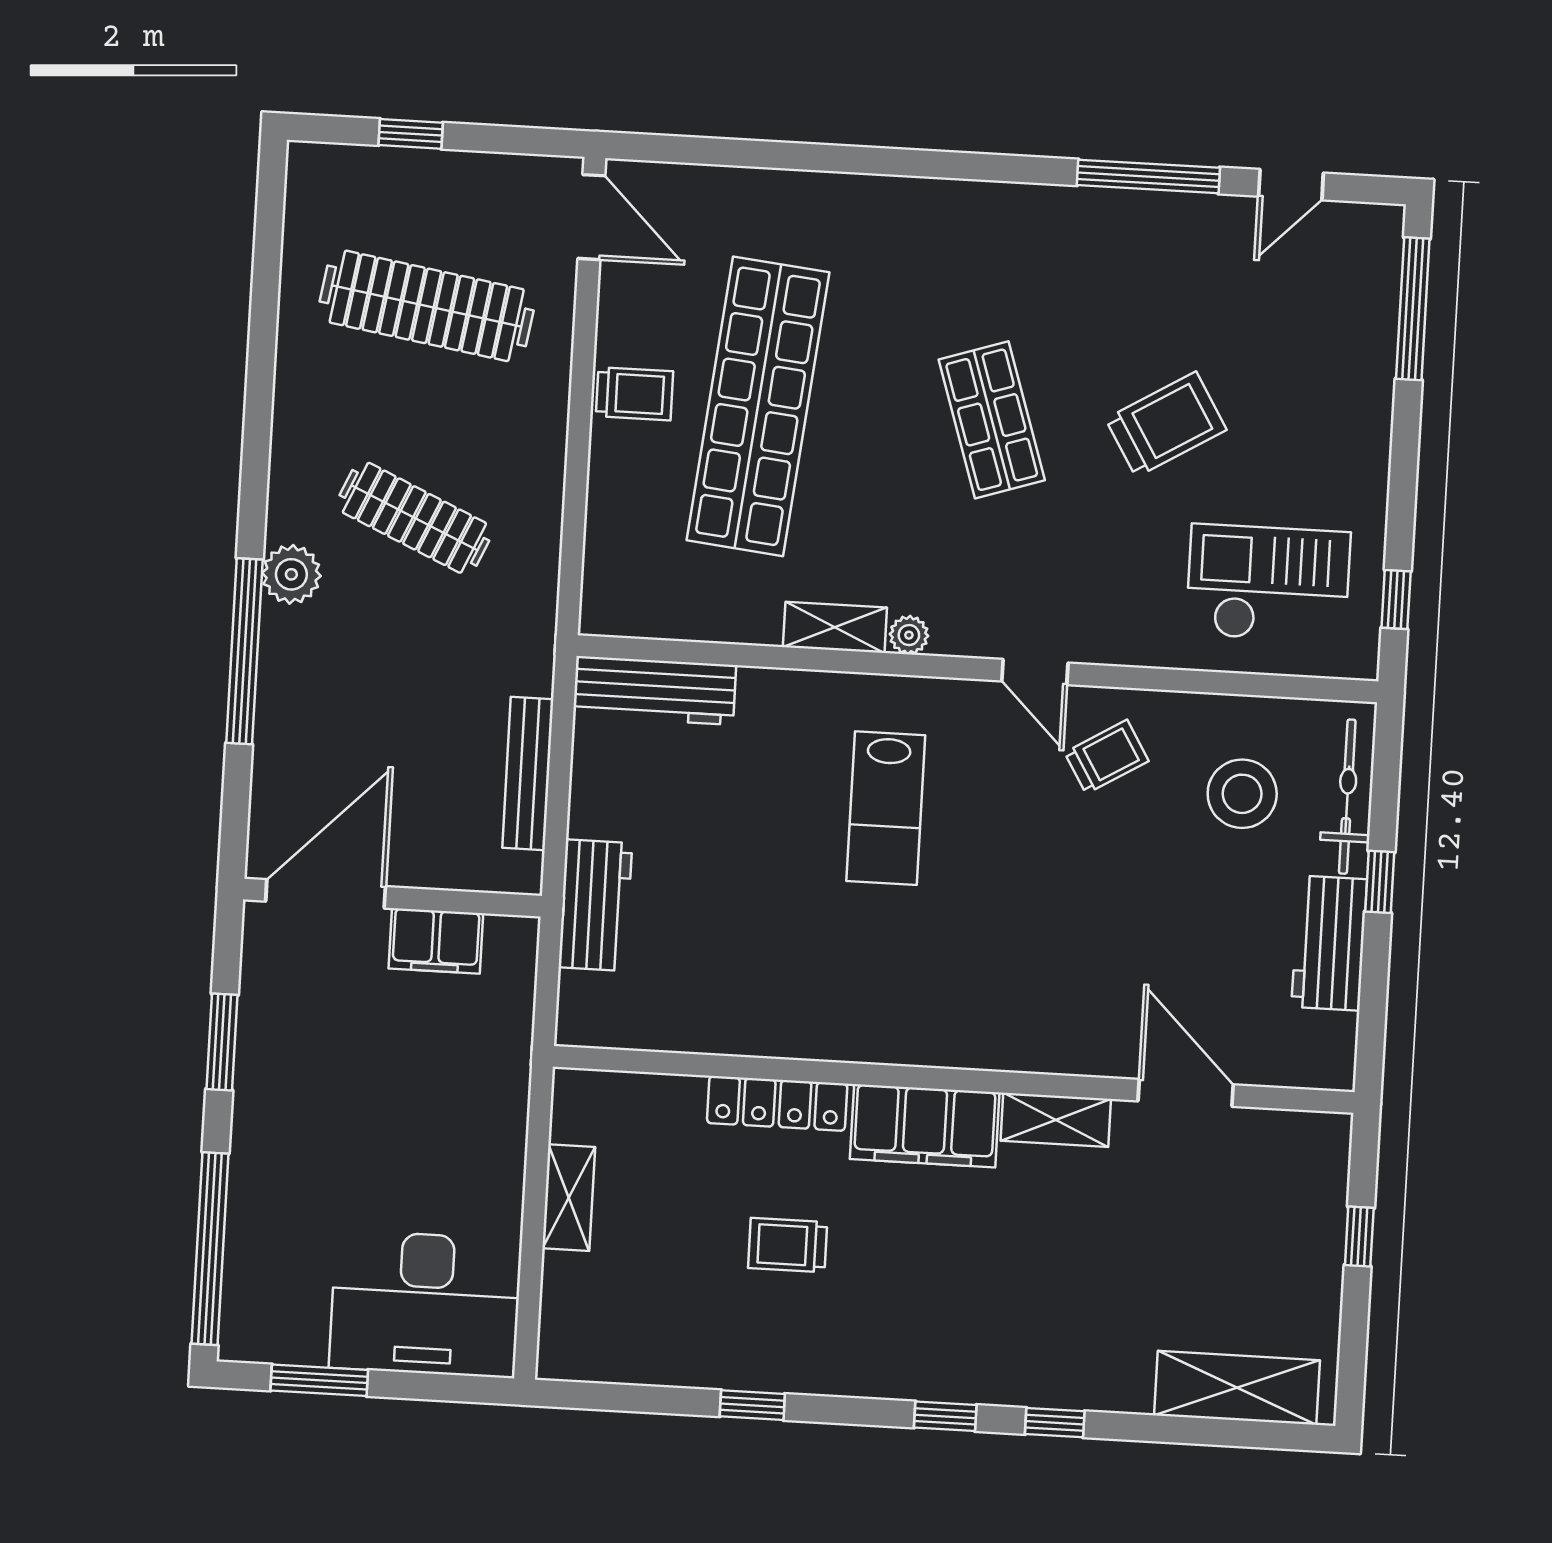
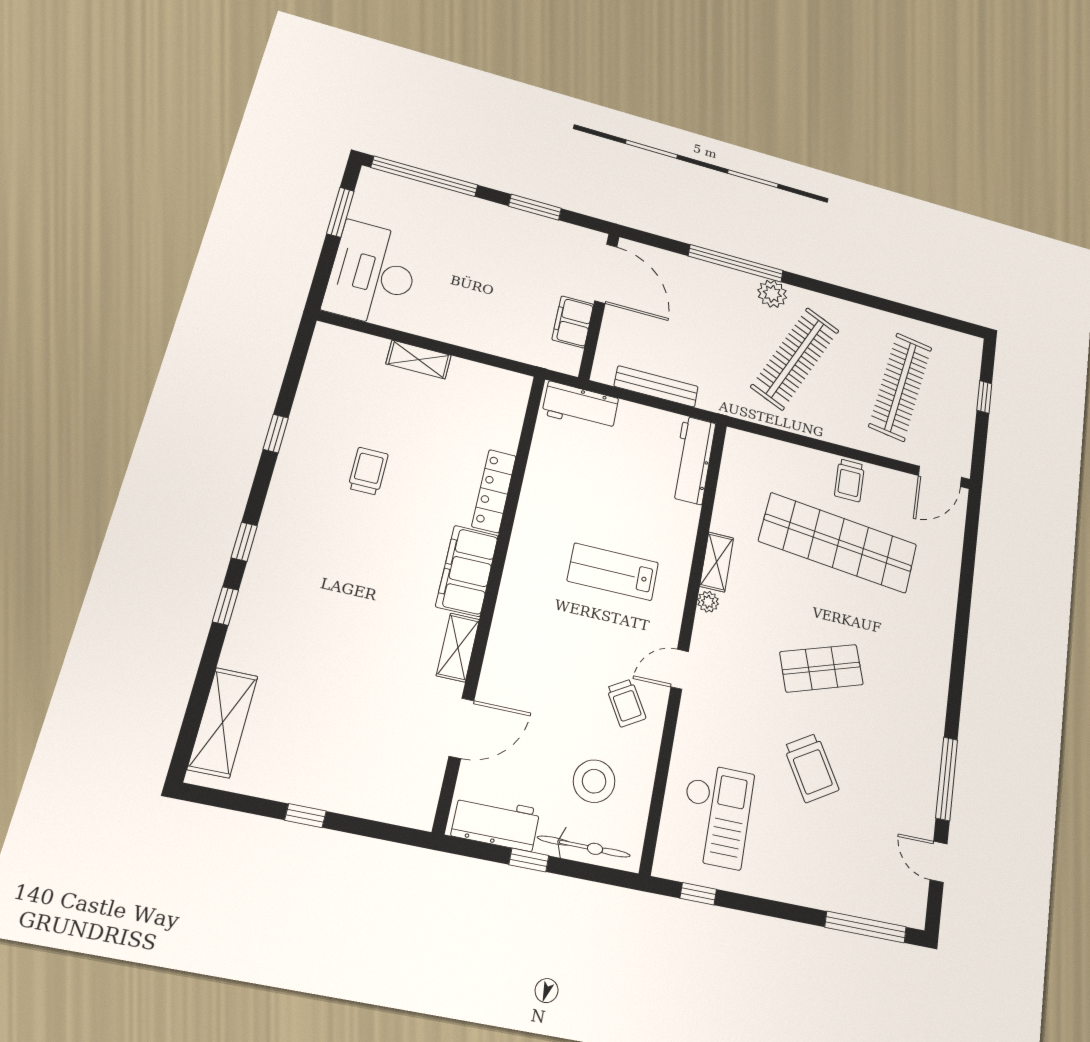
clothes rail: (414, 518) -> (795, 358), width x1.37, depth x1.31
wall: (954, 1079) -> (492, 592), moved
door: (1186, 1093) -> (461, 728), moved
locker: (777, 1103) -> (494, 491), moved
shelving: (1056, 1120) -> (458, 647), moved
filing cabinet: (925, 1126) -> (467, 571), moved

